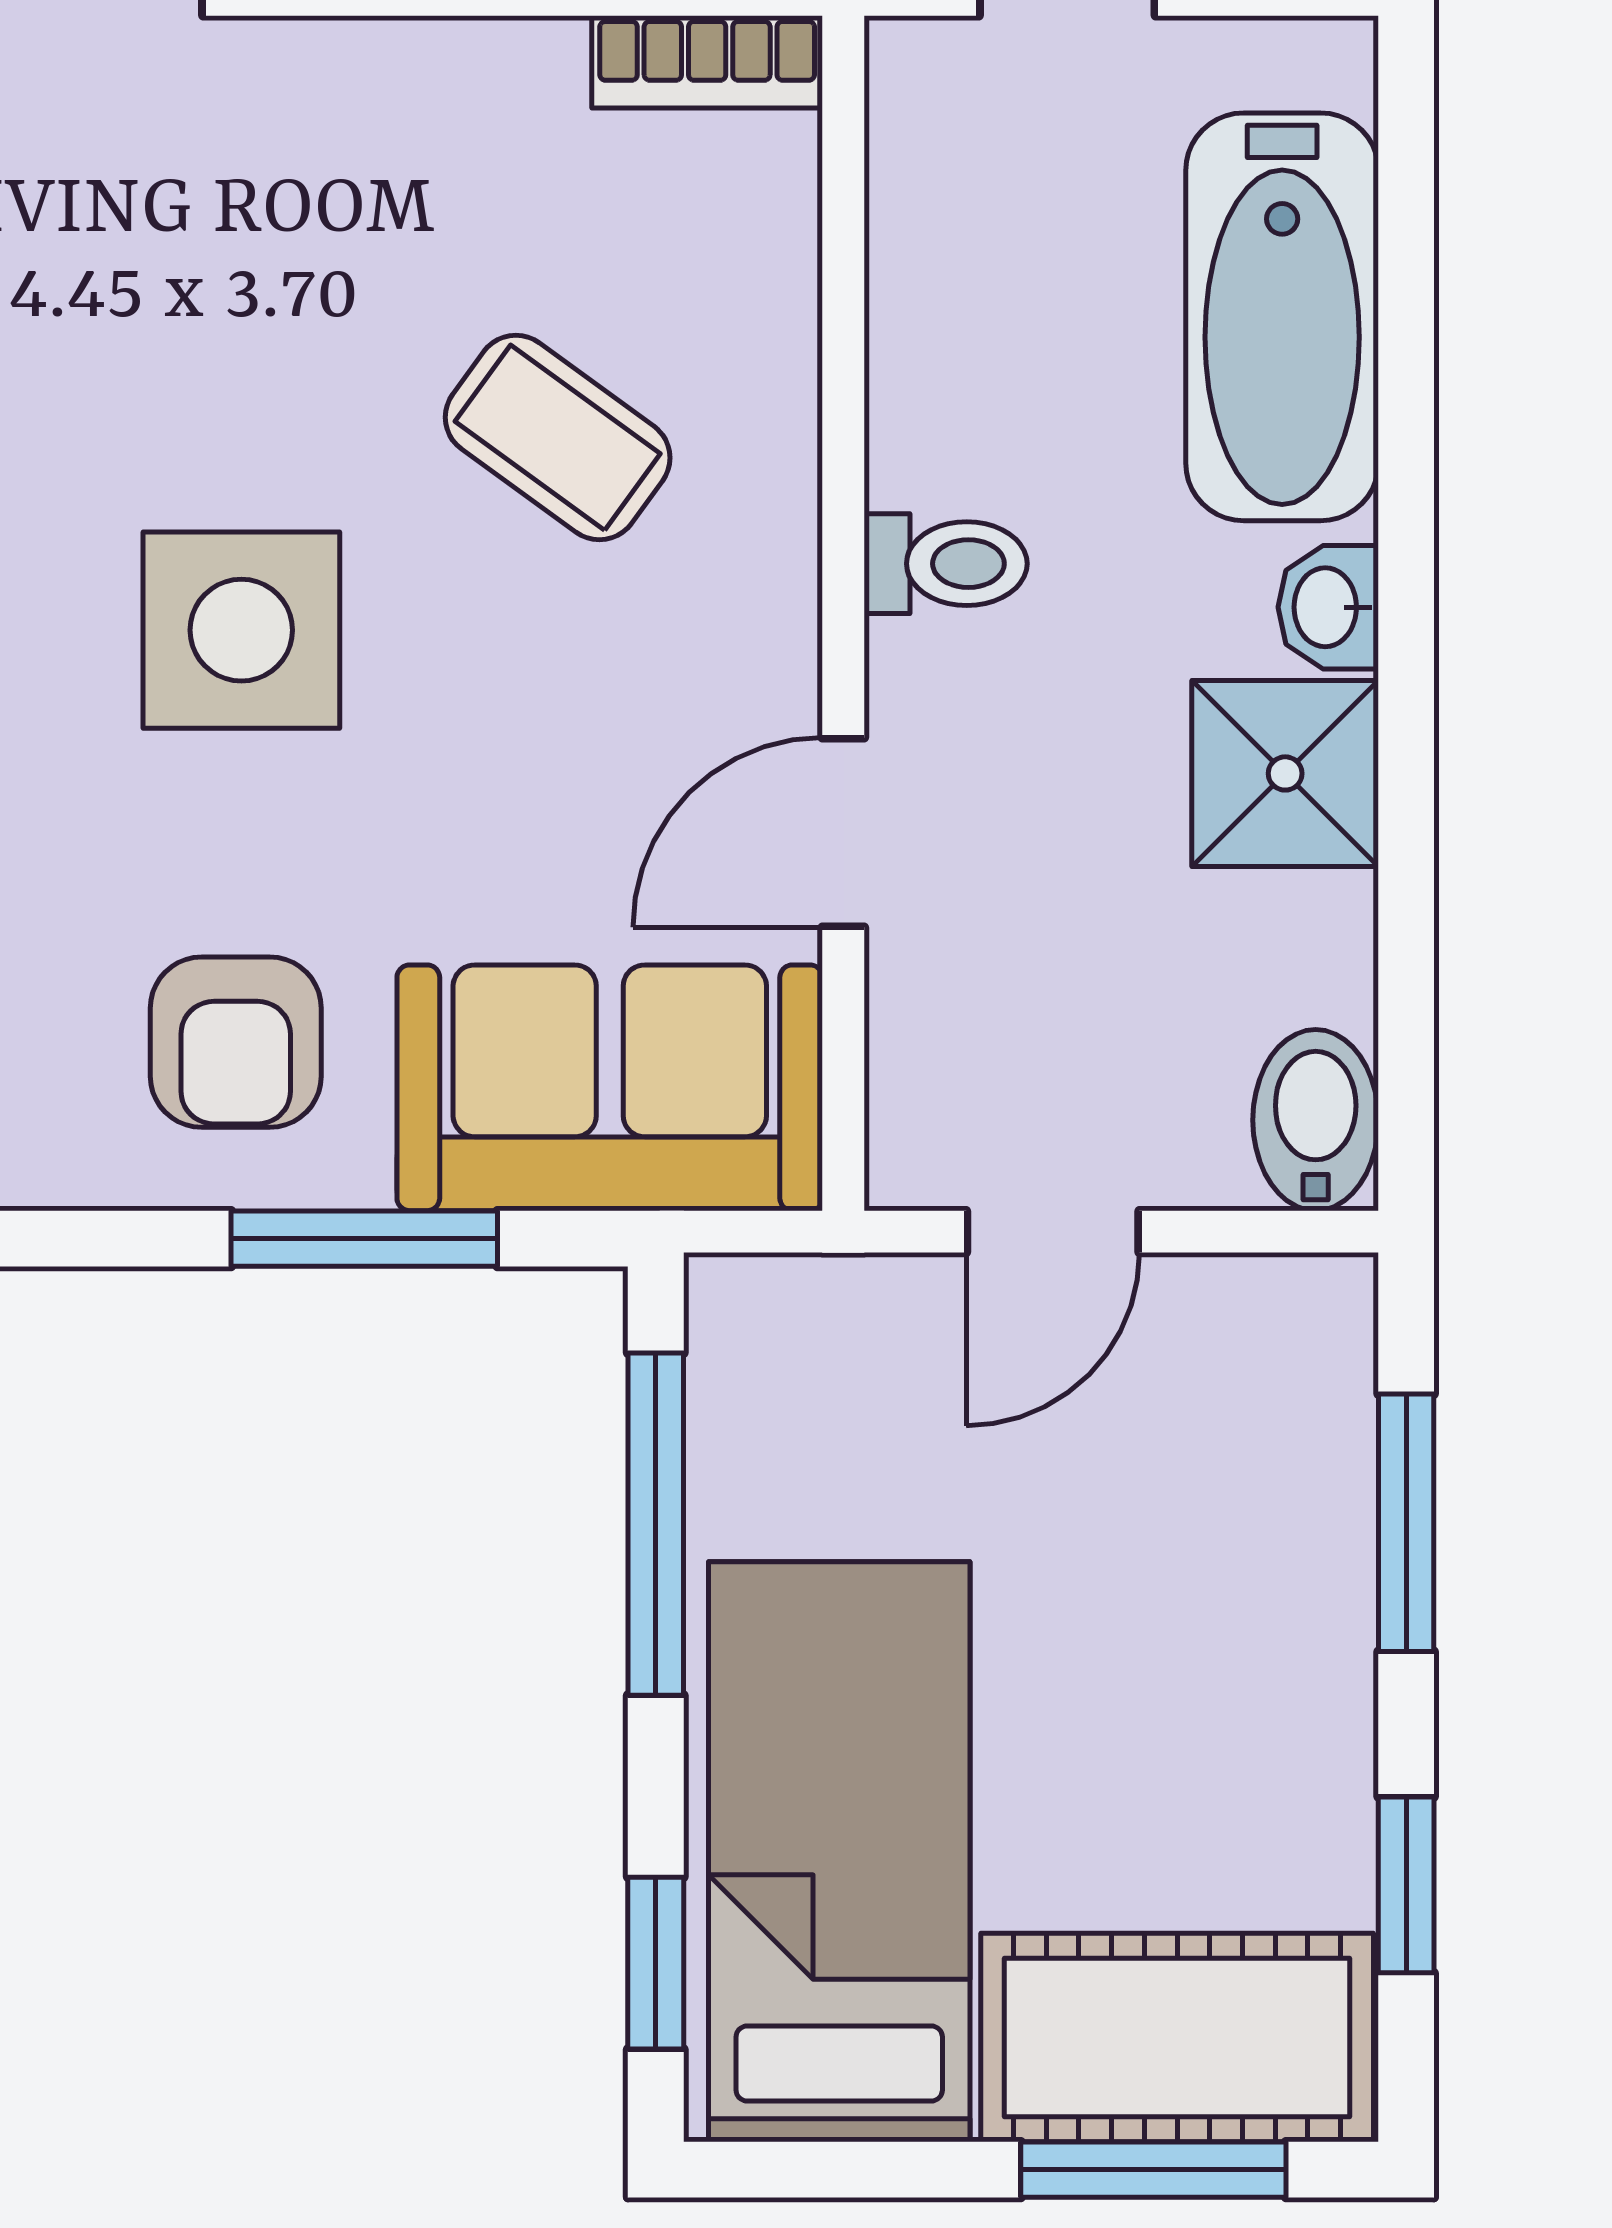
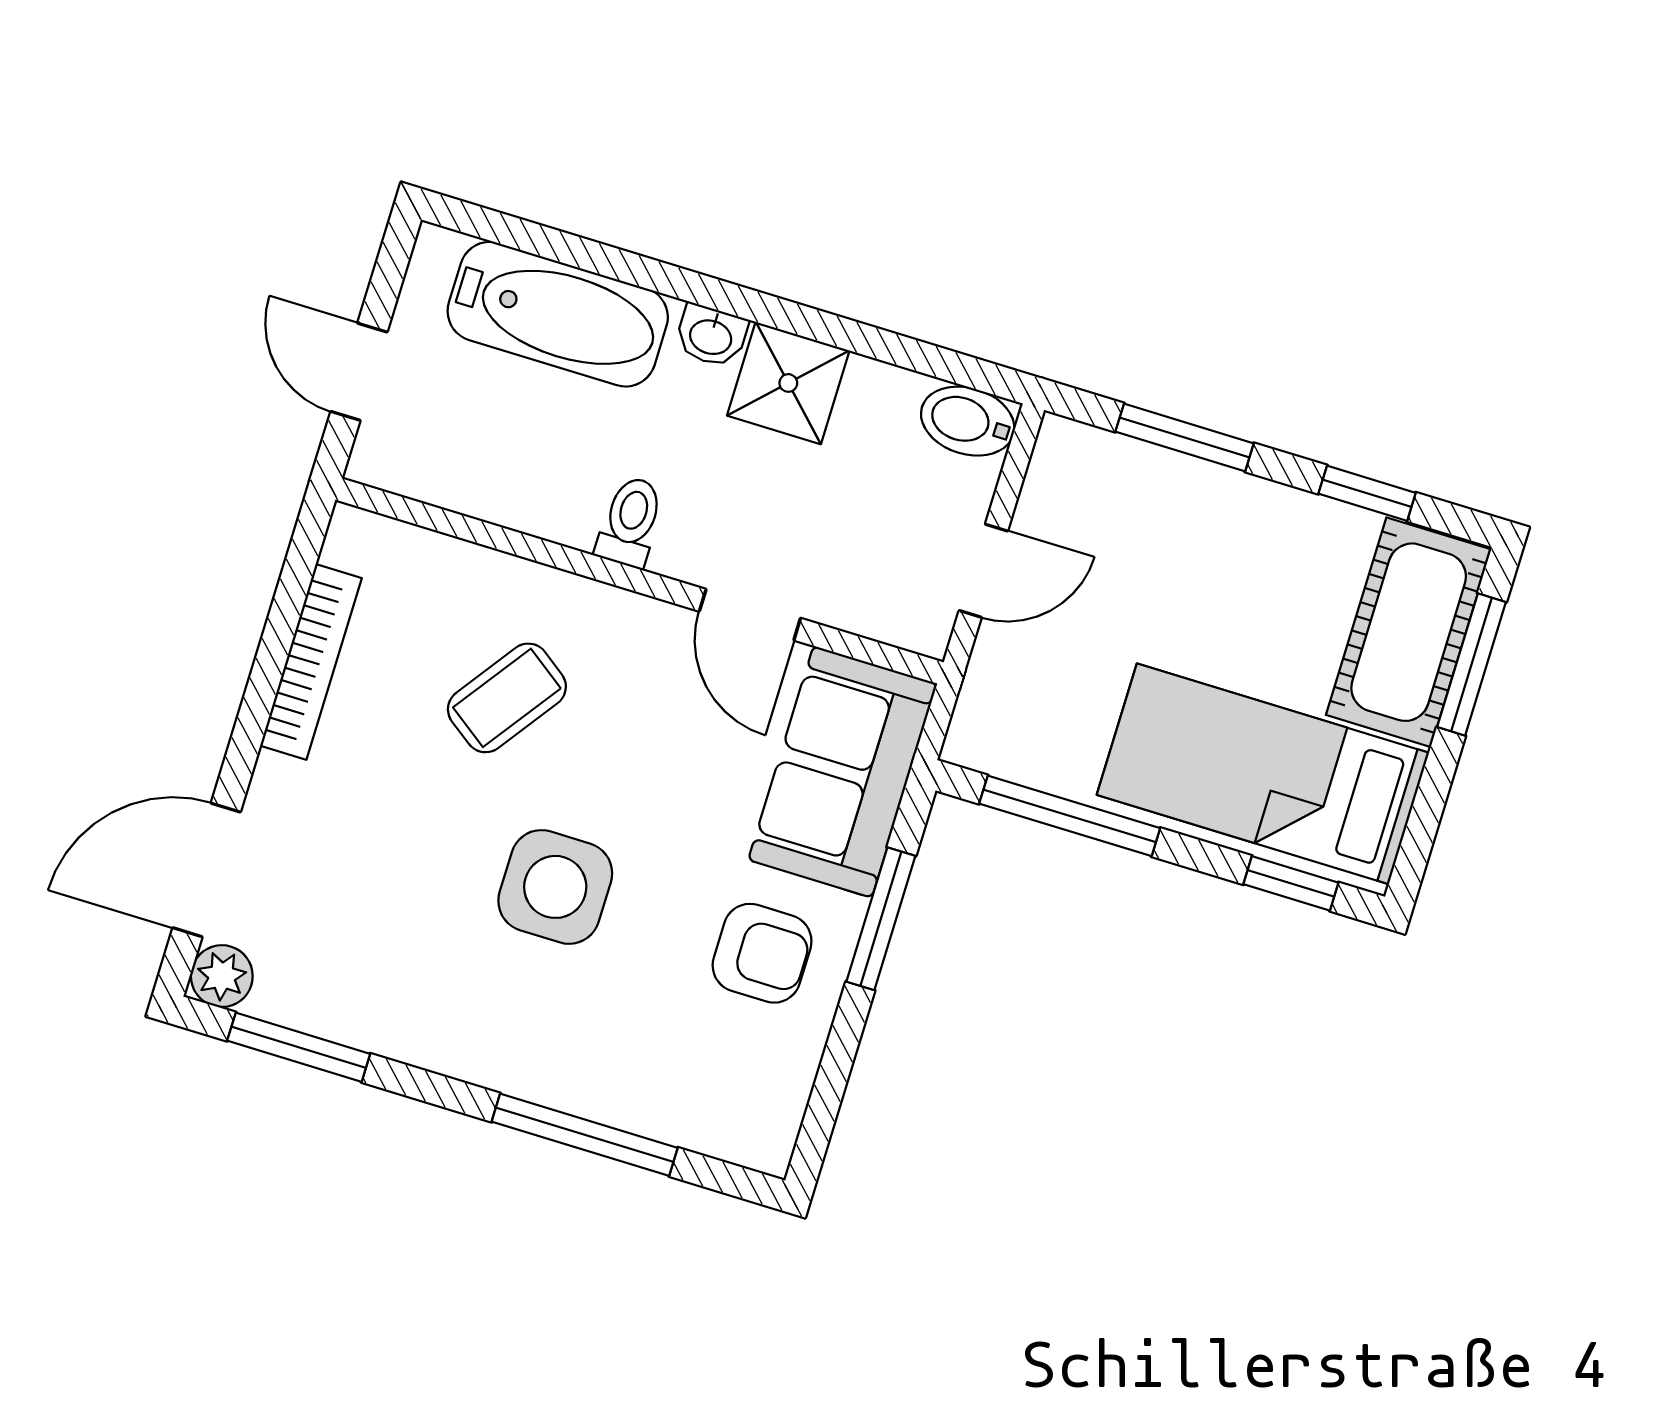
bookcase: (707, 62) -> (311, 662), moved, width x1.56
door: (1053, 1232) -> (983, 571), hinge flipped

